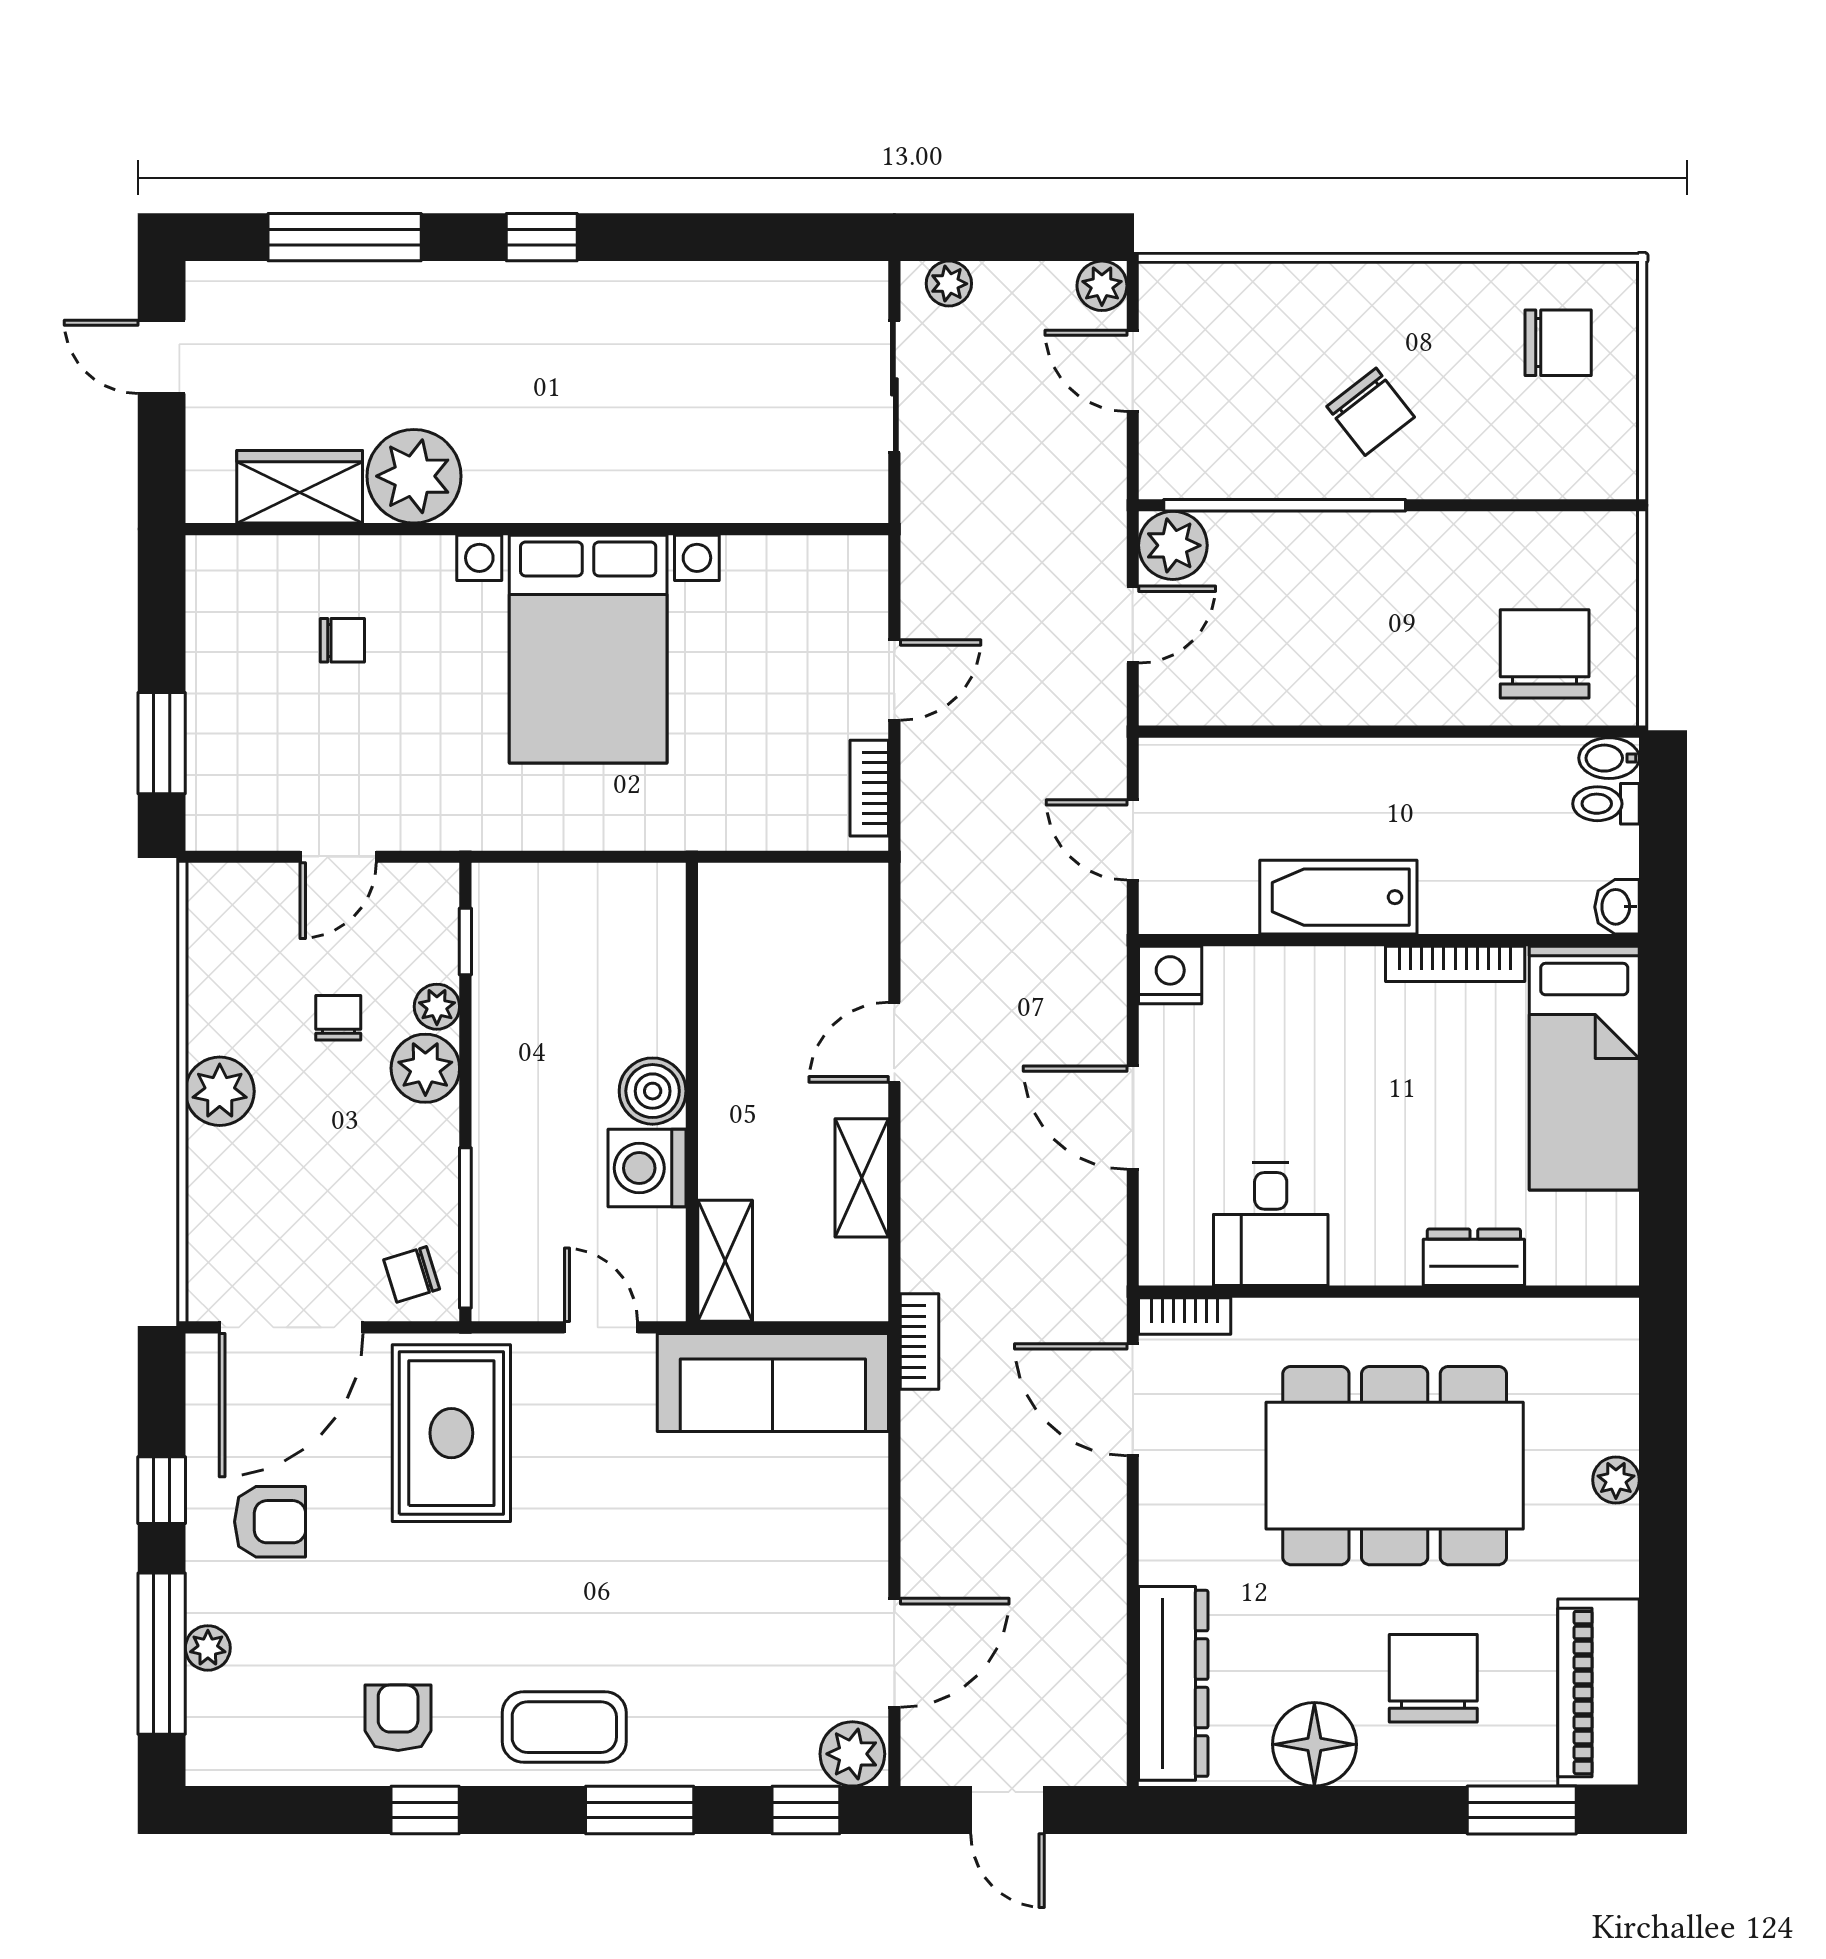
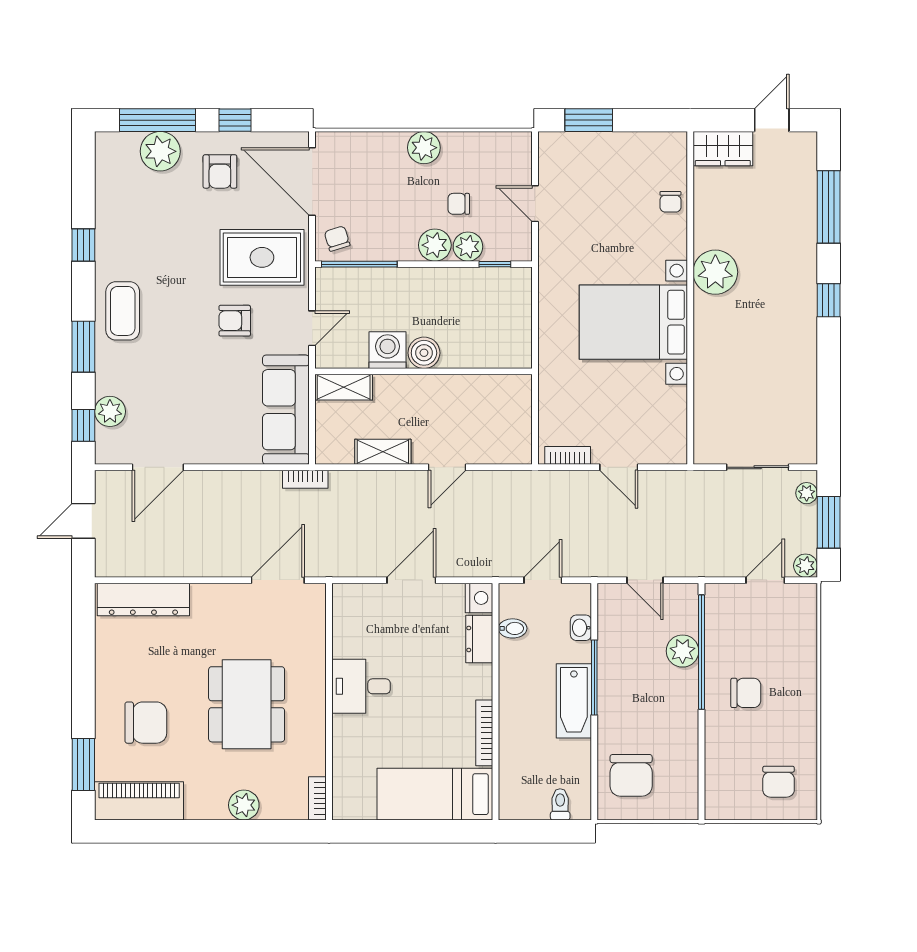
window: (1010, 237) -> (829, 522), added
chair: (1371, 412) -> (746, 693), turned -142
plant: (414, 476) -> (715, 272), moved
wardrobe: (300, 487) -> (723, 149), moved, turned 90
plant: (1173, 545) -> (683, 651), moved
chair: (342, 640) -> (670, 202), moved
chair: (1545, 654) -> (631, 775), turned 90
window: (1338, 732) -> (594, 677), added
bidet: (1609, 758) -> (513, 628), moved, turned 90
bathtub: (1338, 897) -> (574, 701), moved, turned 180
washbasin: (1617, 907) -> (581, 628), moved, turned -90
plant: (437, 1007) -> (468, 247), width x1.38, depth x1.38
chair: (338, 1018) -> (459, 204), turned 180
door: (894, 1042) -> (447, 467), swing flipped
desk: (1271, 1224) -> (361, 686), moved
dresser: (1474, 1257) -> (479, 639), moved, turned 180
bookcase: (1185, 1316) -> (317, 798), moved
dining table: (1395, 1466) -> (247, 704), width x0.73, depth x0.80
plant: (1616, 1480) -> (244, 805), width x1.38, depth x1.38
plant: (208, 1648) -> (160, 151), width x1.88, depth x1.88
door: (894, 1653) -> (158, 467), hinge flipped
armchair: (398, 1718) -> (235, 321), moved, turned 180
floor lamp: (1314, 1744) -> (115, 666), removed
plant: (852, 1754) -> (110, 411), moved

